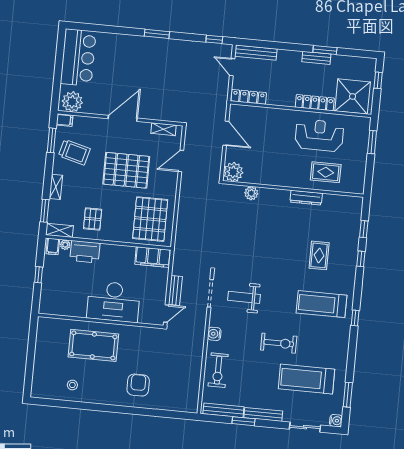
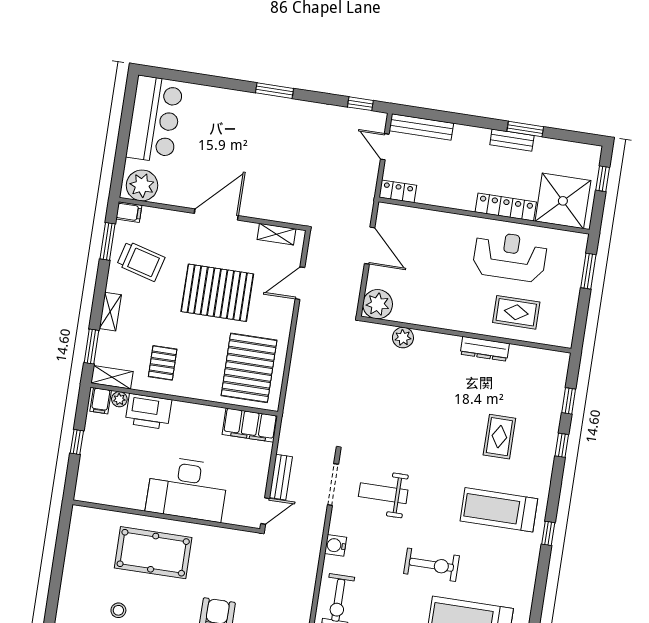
locker: (249, 97) -> (398, 191), width x0.66

